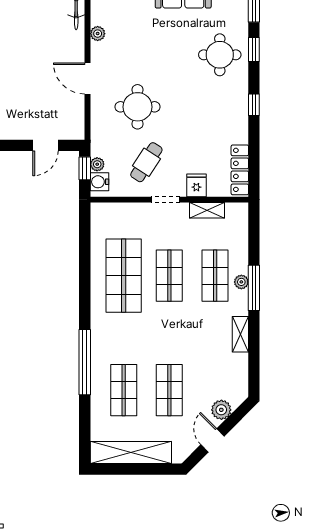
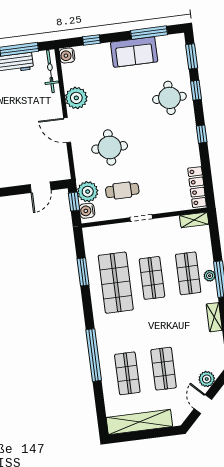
plant: (98, 34) -> (76, 98), width x1.88, depth x1.88
cafe table: (146, 162) -> (122, 190), turned 57
plant: (97, 164) -> (88, 192), width x1.88, depth x1.88
fridge: (196, 185) -> (164, 204), removed
shelving: (207, 210) -> (194, 220), moved
window: (85, 257) -> (83, 272), added

